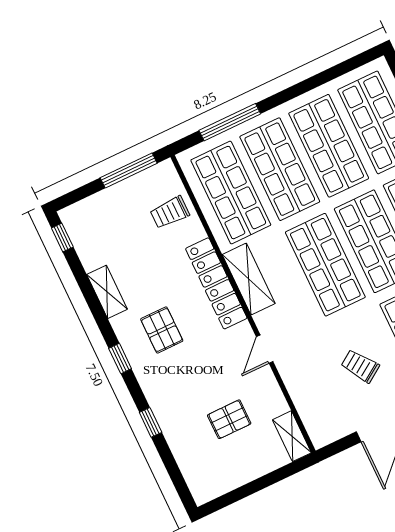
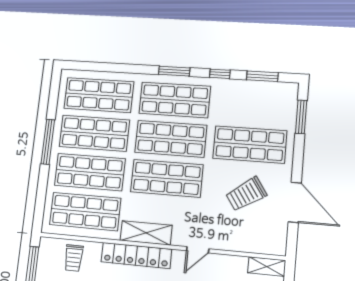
window: (230, 122) -> (48, 142), moved
door: (265, 349) -> (198, 250), hinge flipped
trolley: (360, 366) -> (246, 194), width x1.36, depth x1.39

